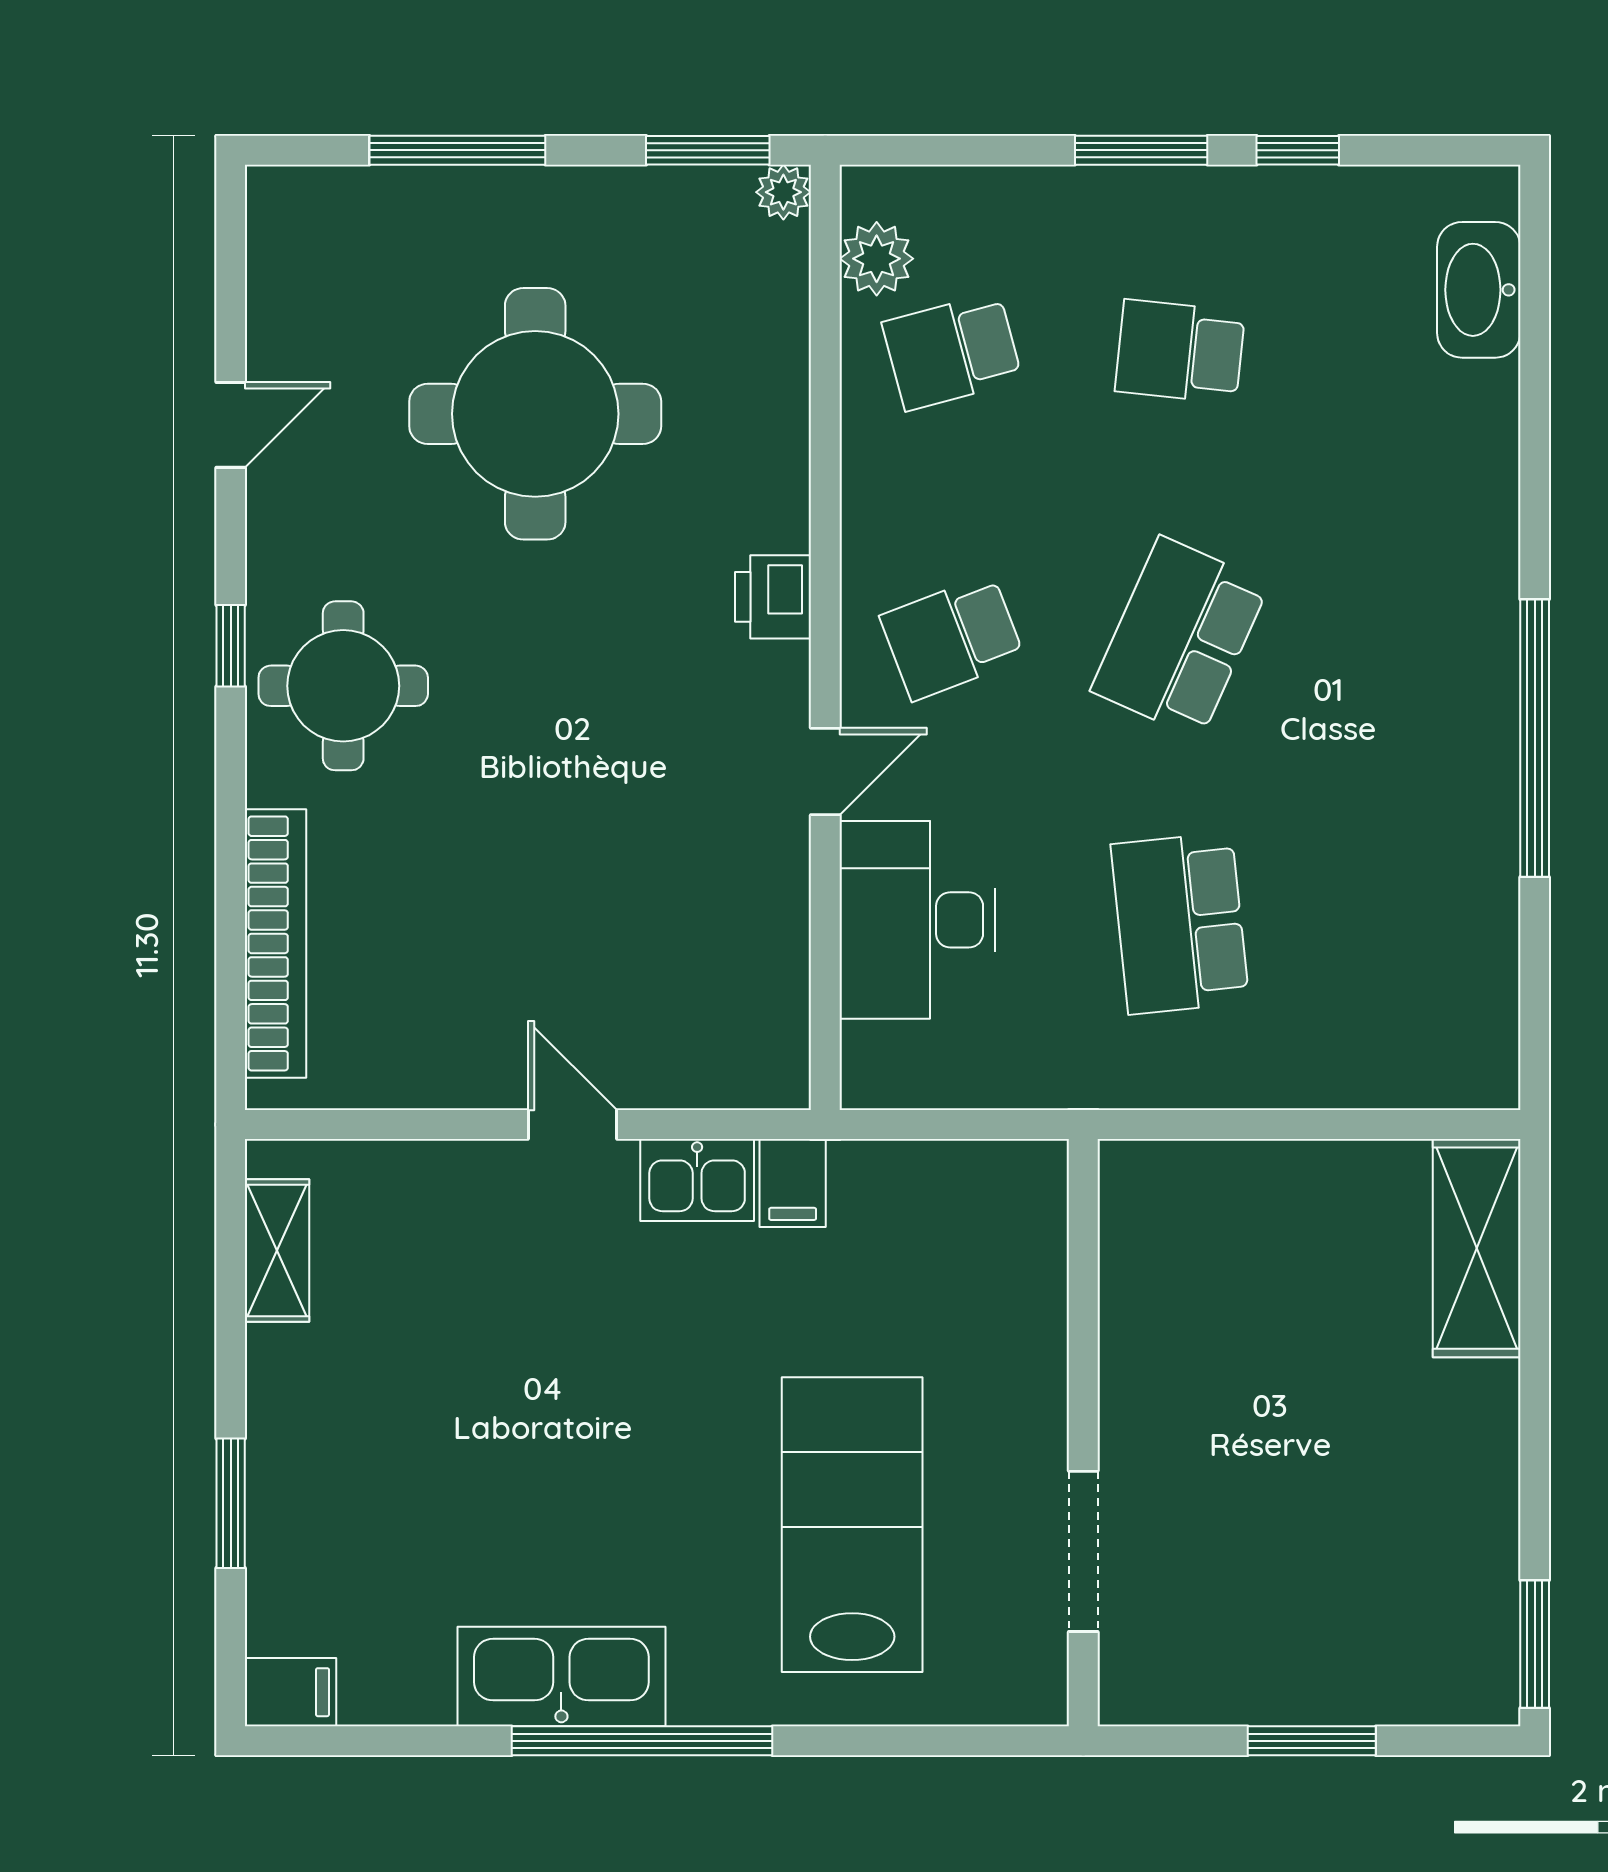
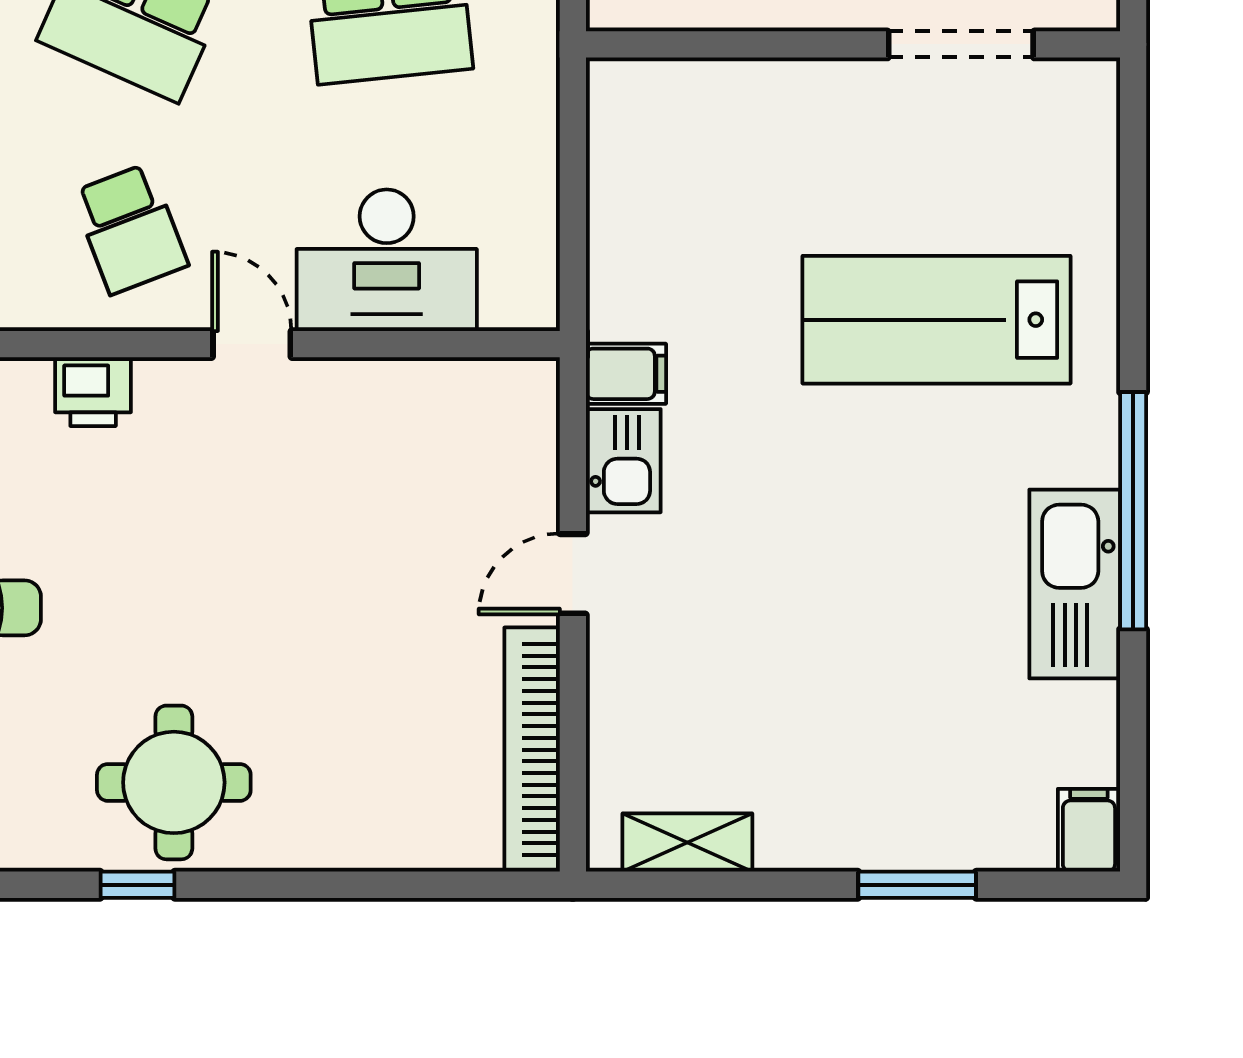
bookcase: (275, 943) -> (532, 750), moved, turned -90
wall: (1083, 1433) -> (853, 44), moved
doorway: (1083, 1551) -> (961, 44), moved

